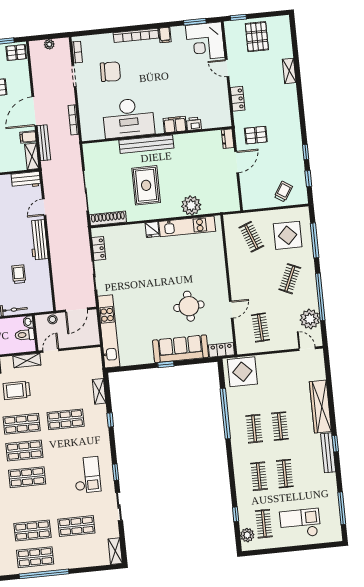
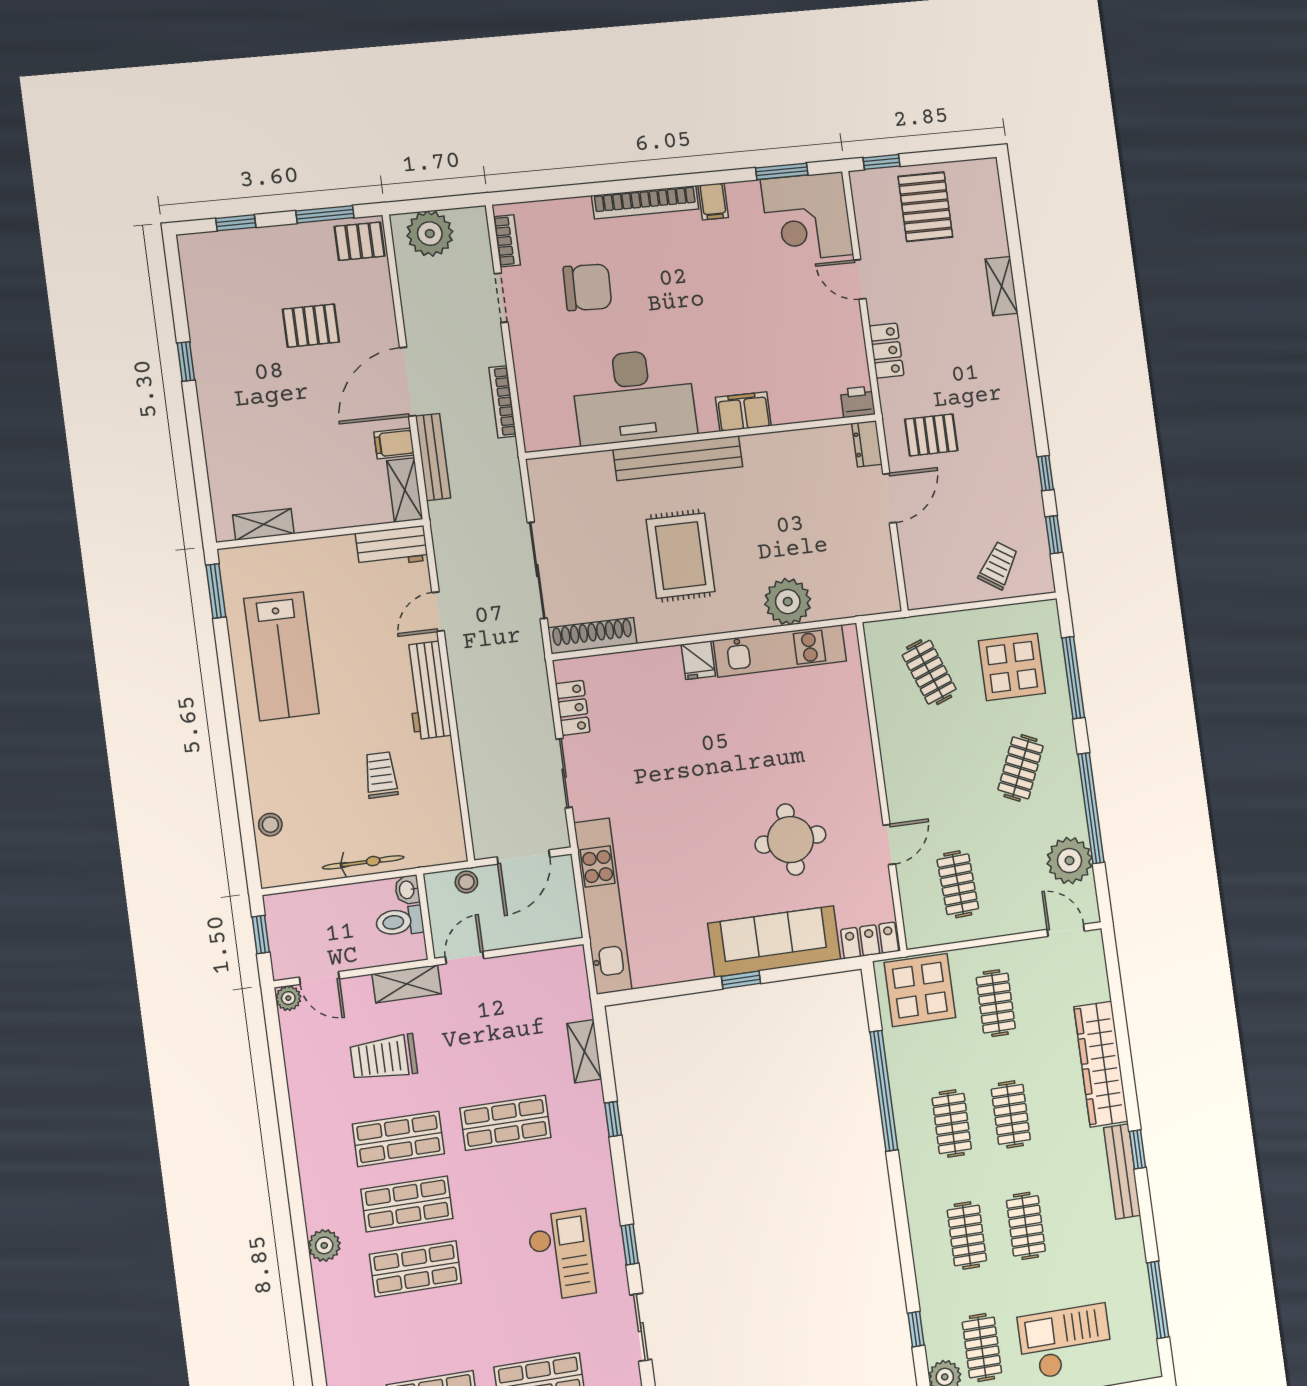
plant: (49, 44) -> (430, 234), width x1.88, depth x1.88
printer: (194, 124) -> (858, 402), moved
clothes rail: (275, 379) -> (996, 1003), added

